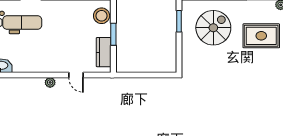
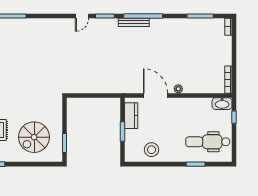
stool: (102, 16) -> (152, 150), moved
door: (76, 75) -> (156, 95), width x1.87

